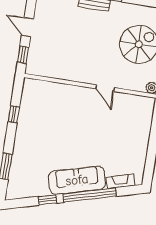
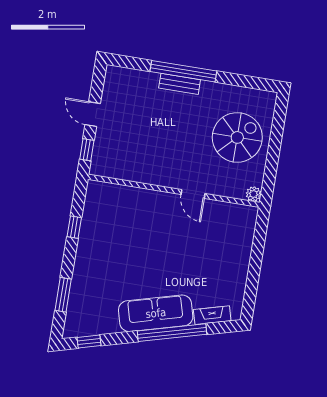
window: (47, 200) -> (89, 341), moved

